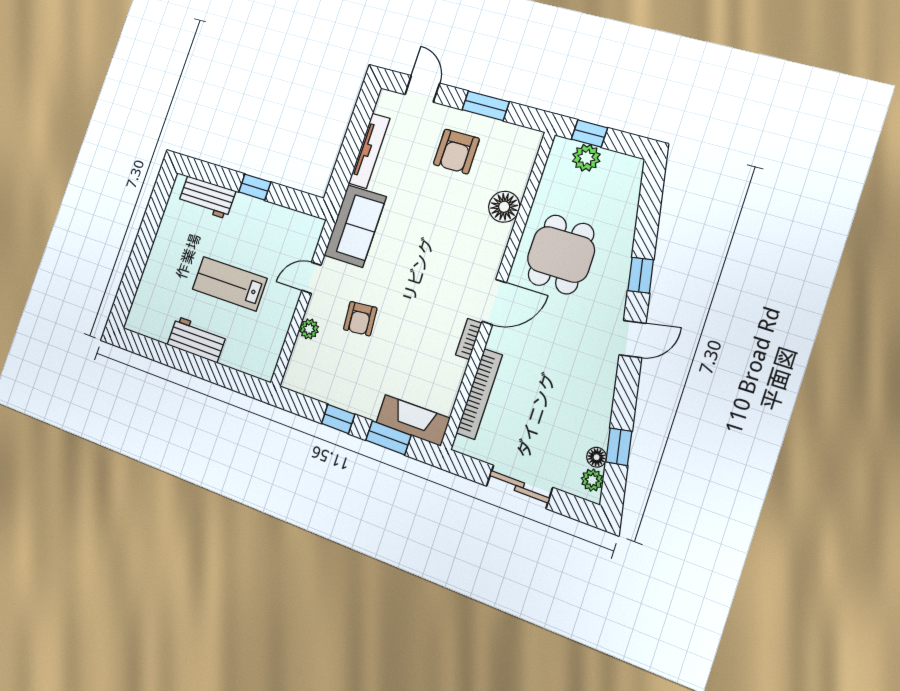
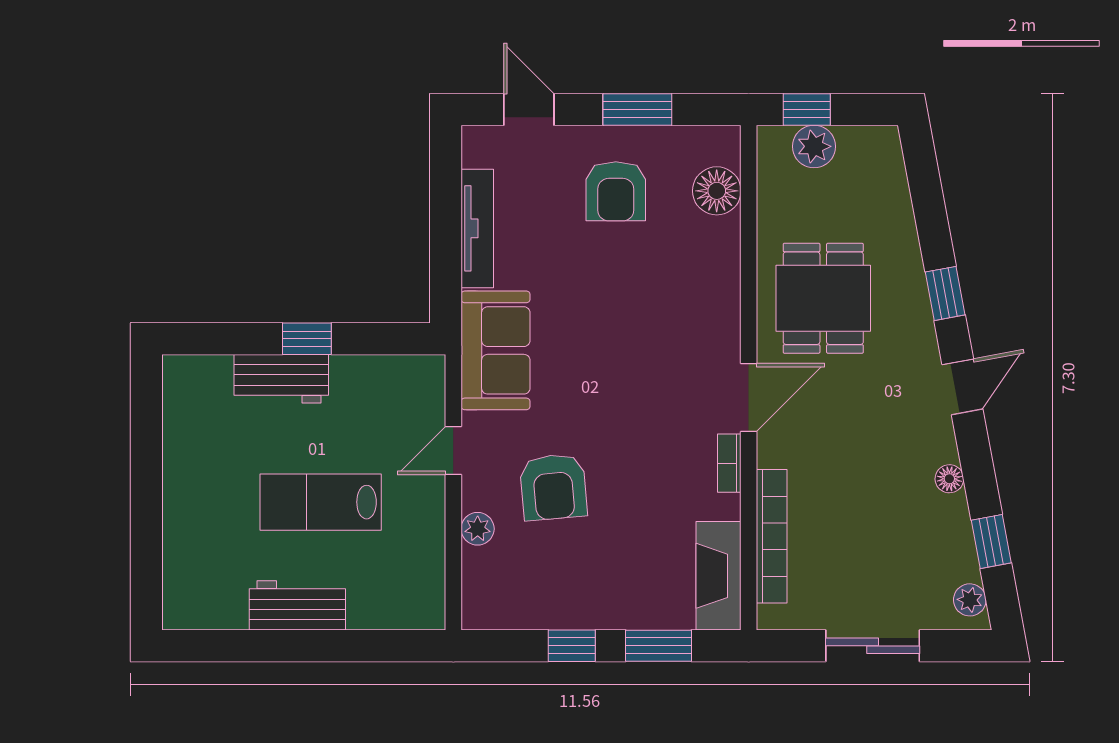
workbench: (207, 197) -> (281, 379), moved
floor lamp: (504, 207) -> (717, 191), moved
armchair: (360, 319) -> (553, 487), width x1.38, depth x1.38
fireplace: (413, 420) -> (719, 576), moved, turned -90
floor lamp: (597, 457) -> (949, 479), moved

